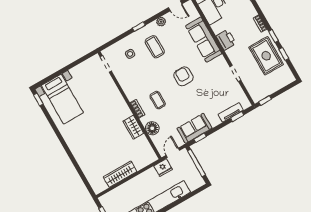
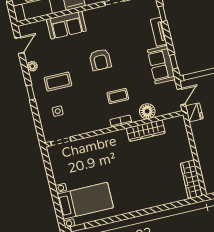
sofa: (204, 40) -> (66, 25), width x0.73
armchair: (183, 76) -> (100, 60), turned -90
tv unit: (231, 112) -> (159, 32), moved
wardrobe: (133, 127) -> (146, 131), width x1.50
door: (173, 153) -> (181, 97), swing flipped
wardrobe: (120, 174) -> (191, 179), moved

